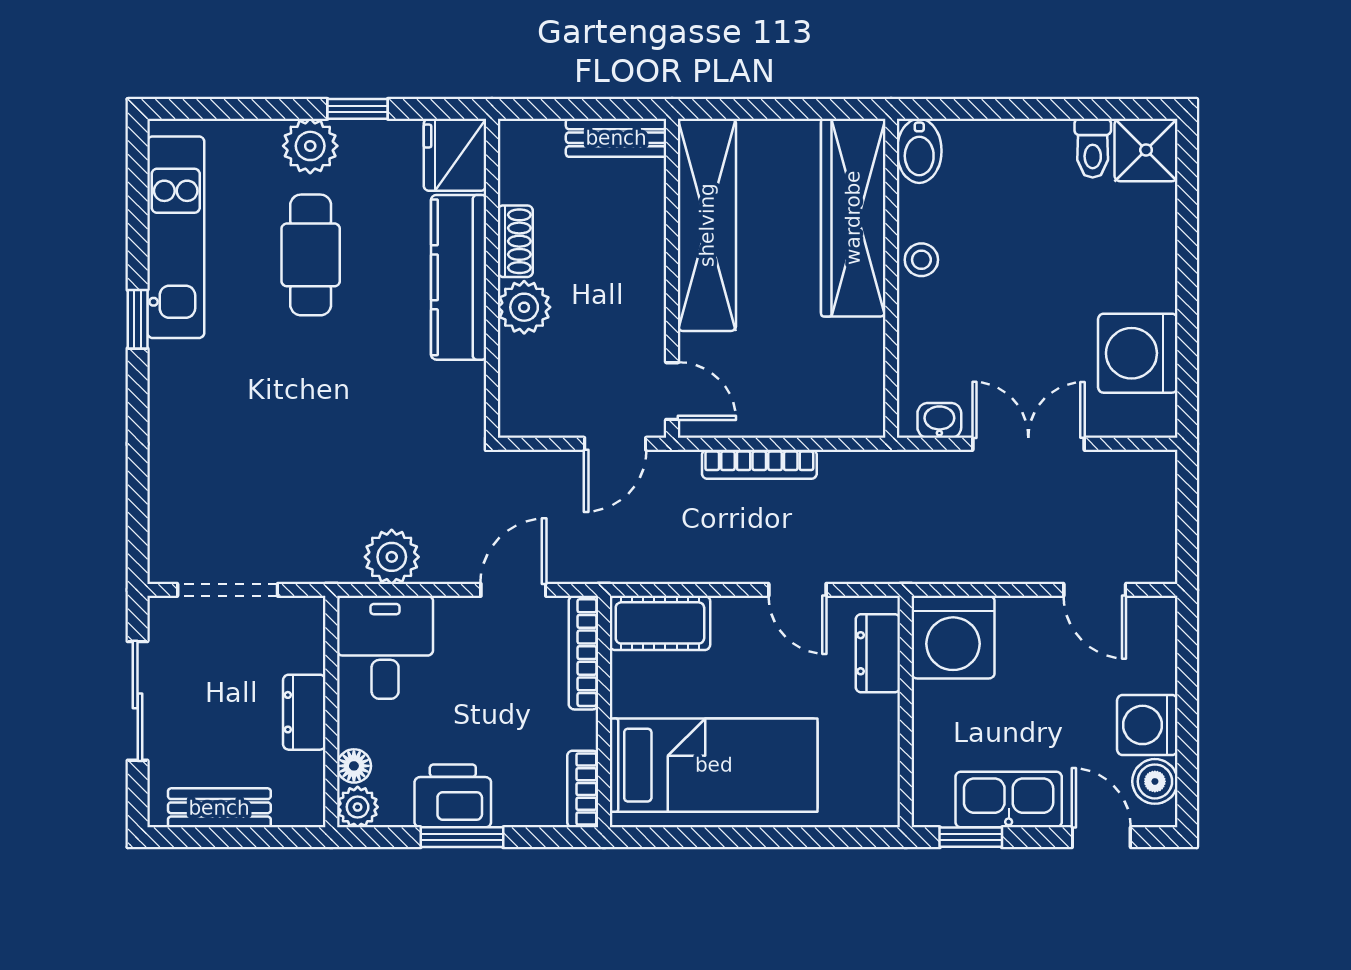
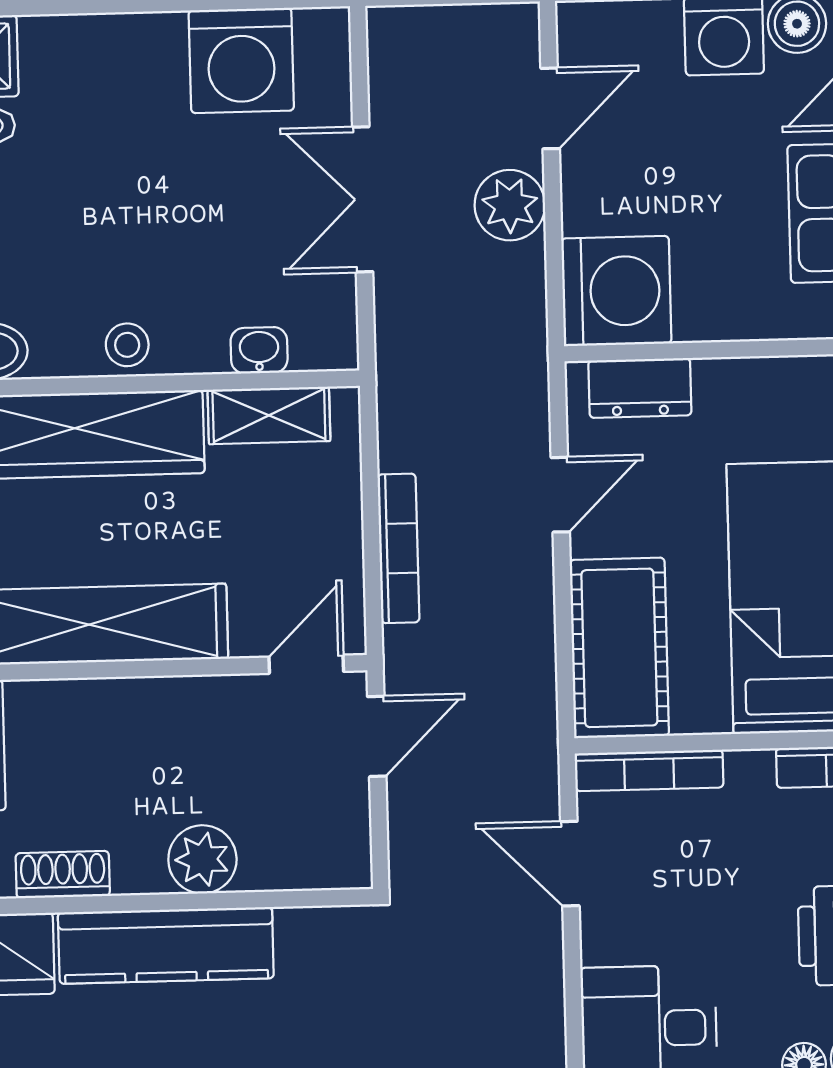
shoe rack: (515, 241) -> (63, 875), moved
shelving: (864, 367) -> (269, 415), added
washbasin: (939, 420) -> (259, 350), moved, turned 90
door: (615, 444) -> (377, 736), hinge flipped
plant: (392, 557) -> (510, 205), moved
cot: (660, 623) -> (619, 648), width x1.37, depth x1.34

